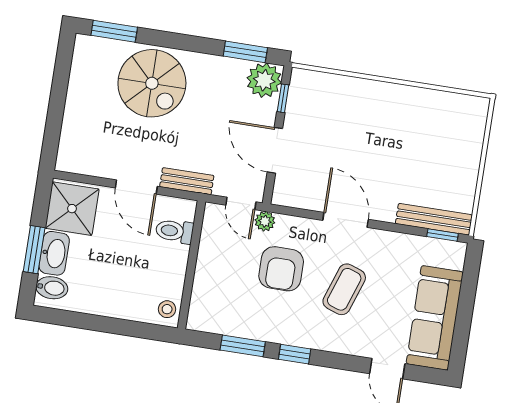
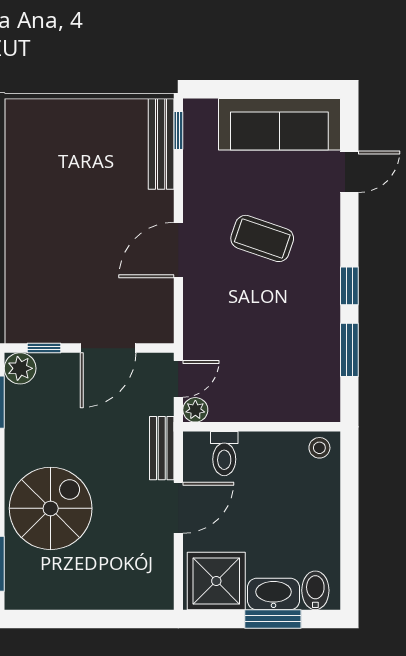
plant: (264, 80) -> (20, 368), width x0.73, depth x0.73
plant: (265, 221) -> (195, 410), moved
armchair: (281, 269) -> (249, 318), removed

